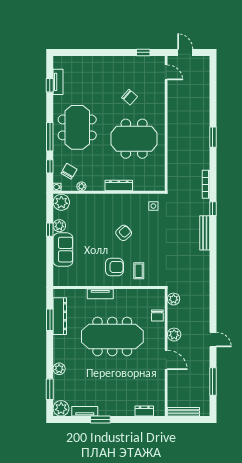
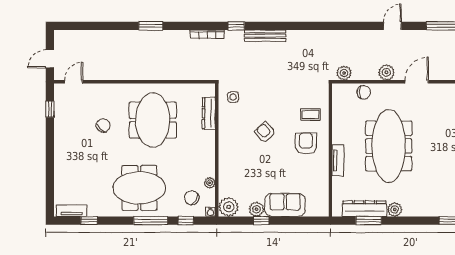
tv unit: (58, 82) -> (72, 211), moved
dresser: (119, 186) -> (209, 113), moved
plant: (59, 369) -> (395, 209), moved

